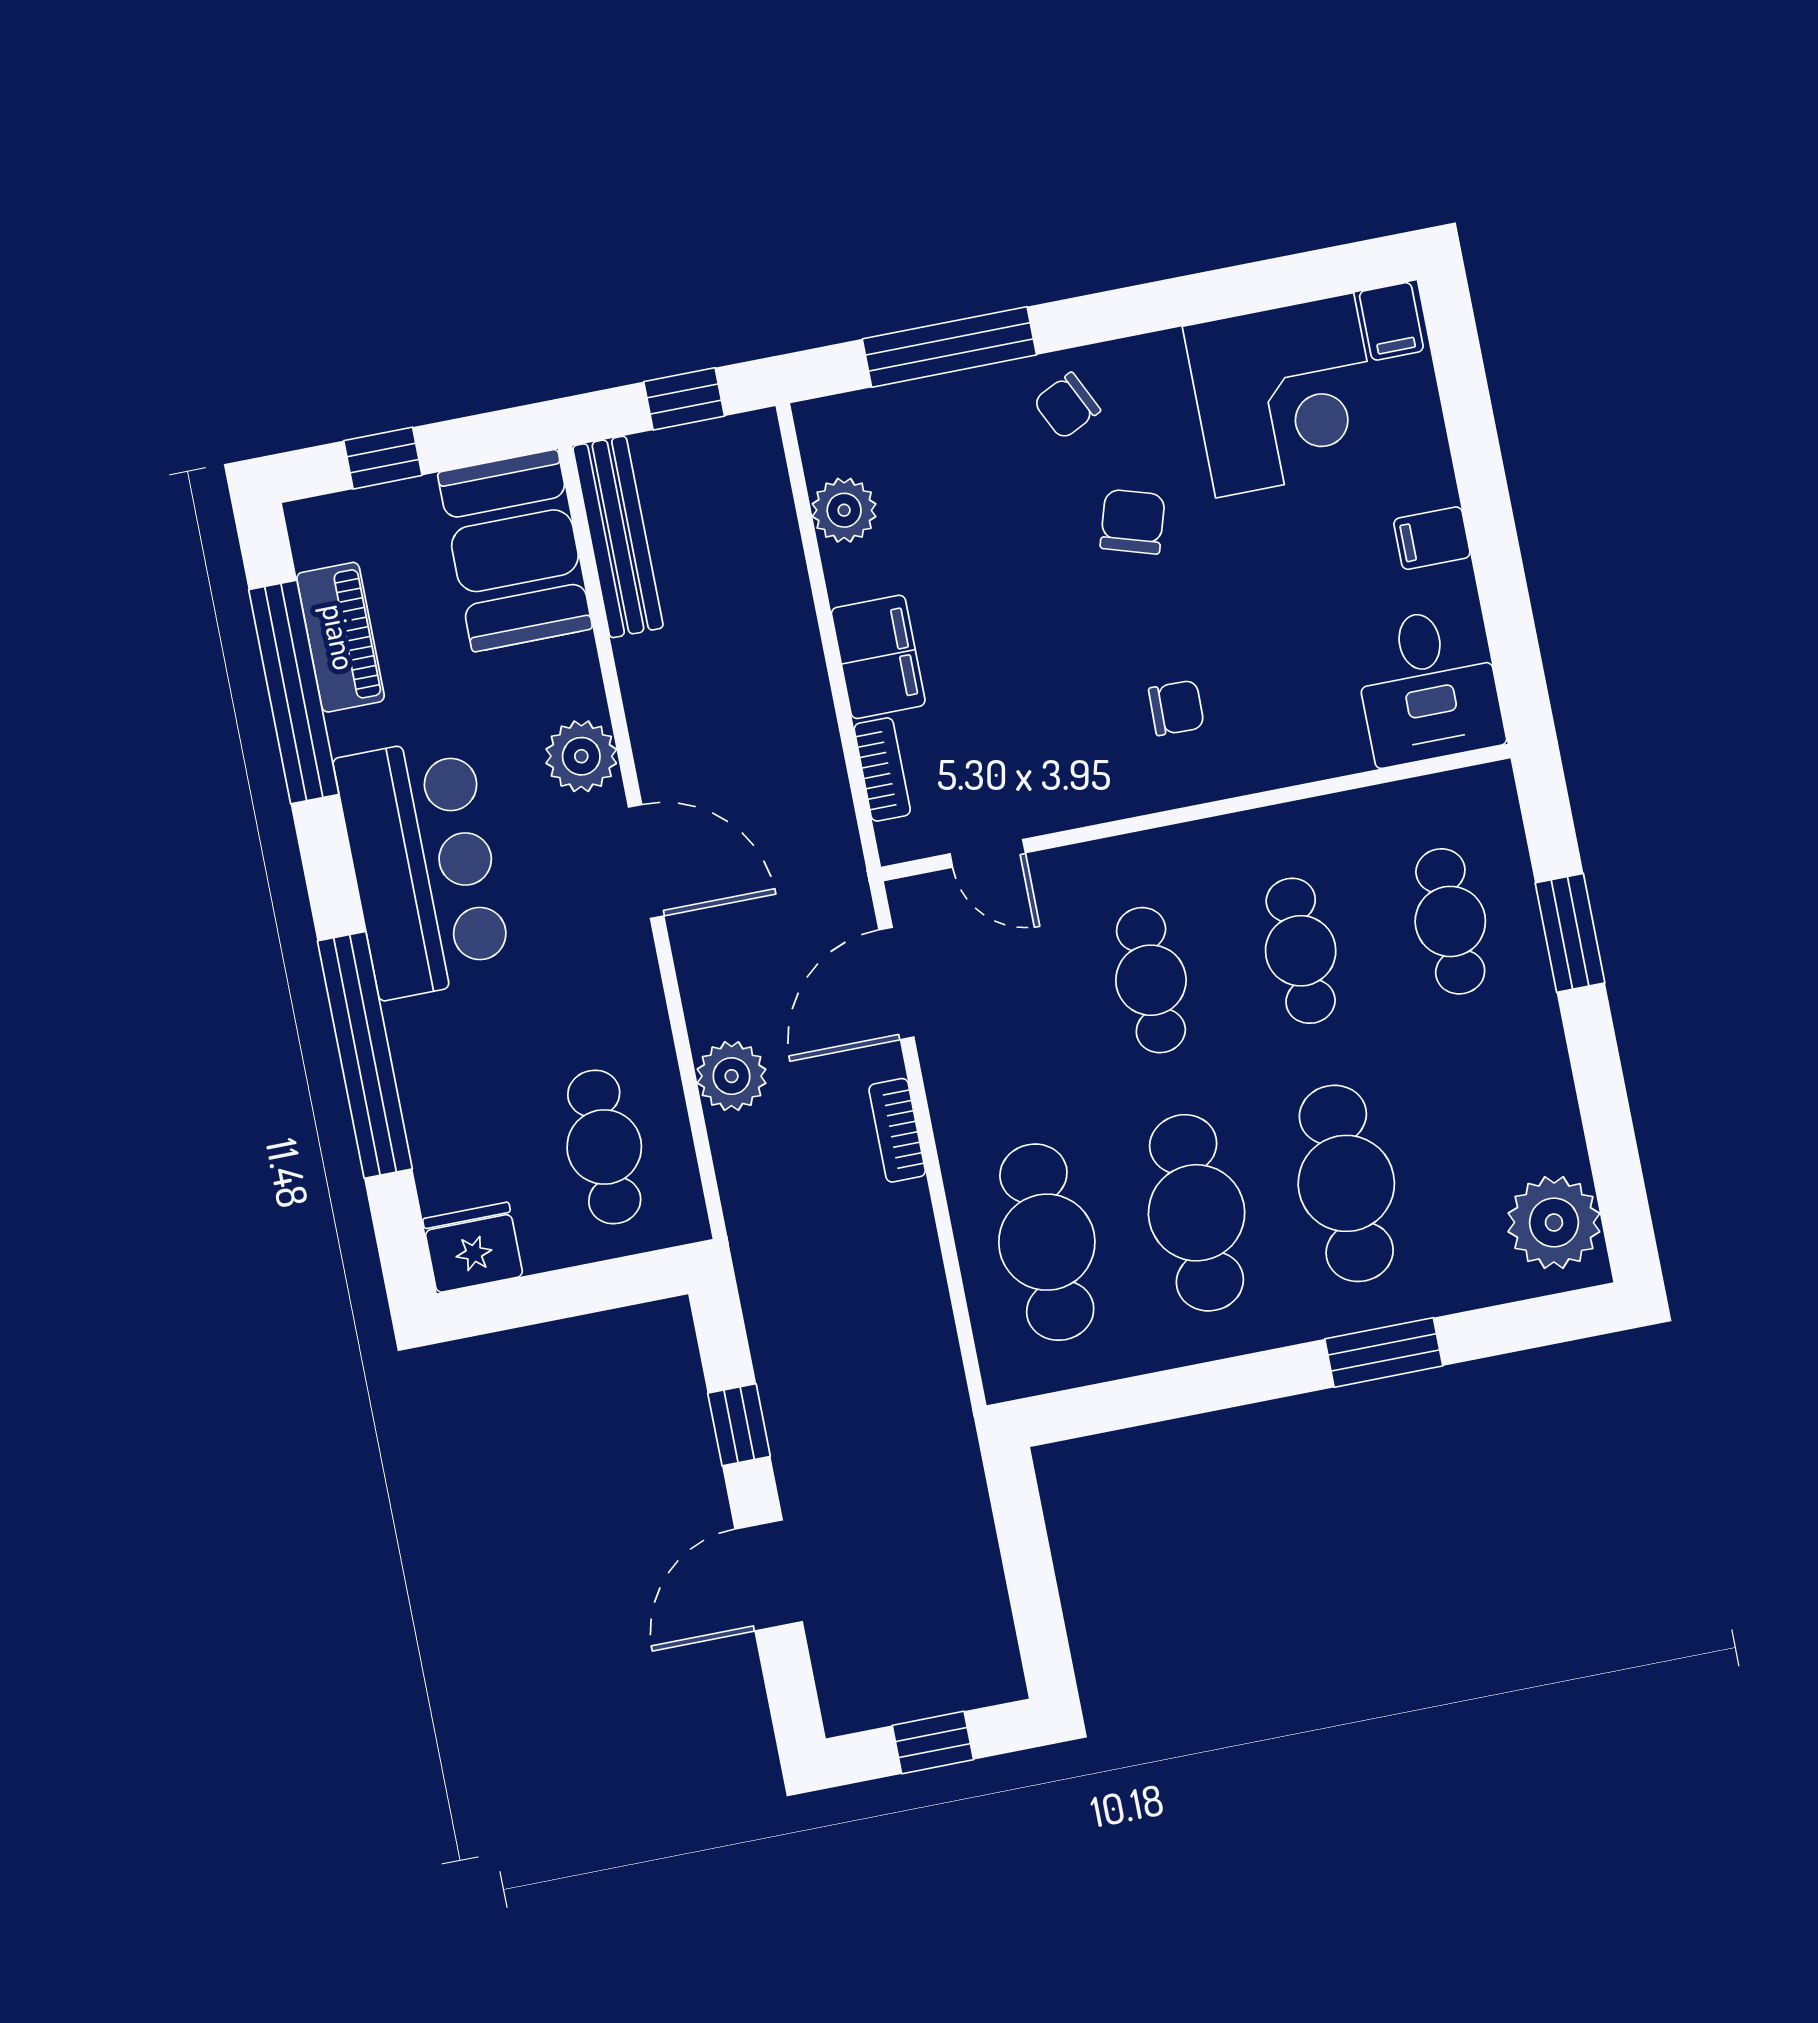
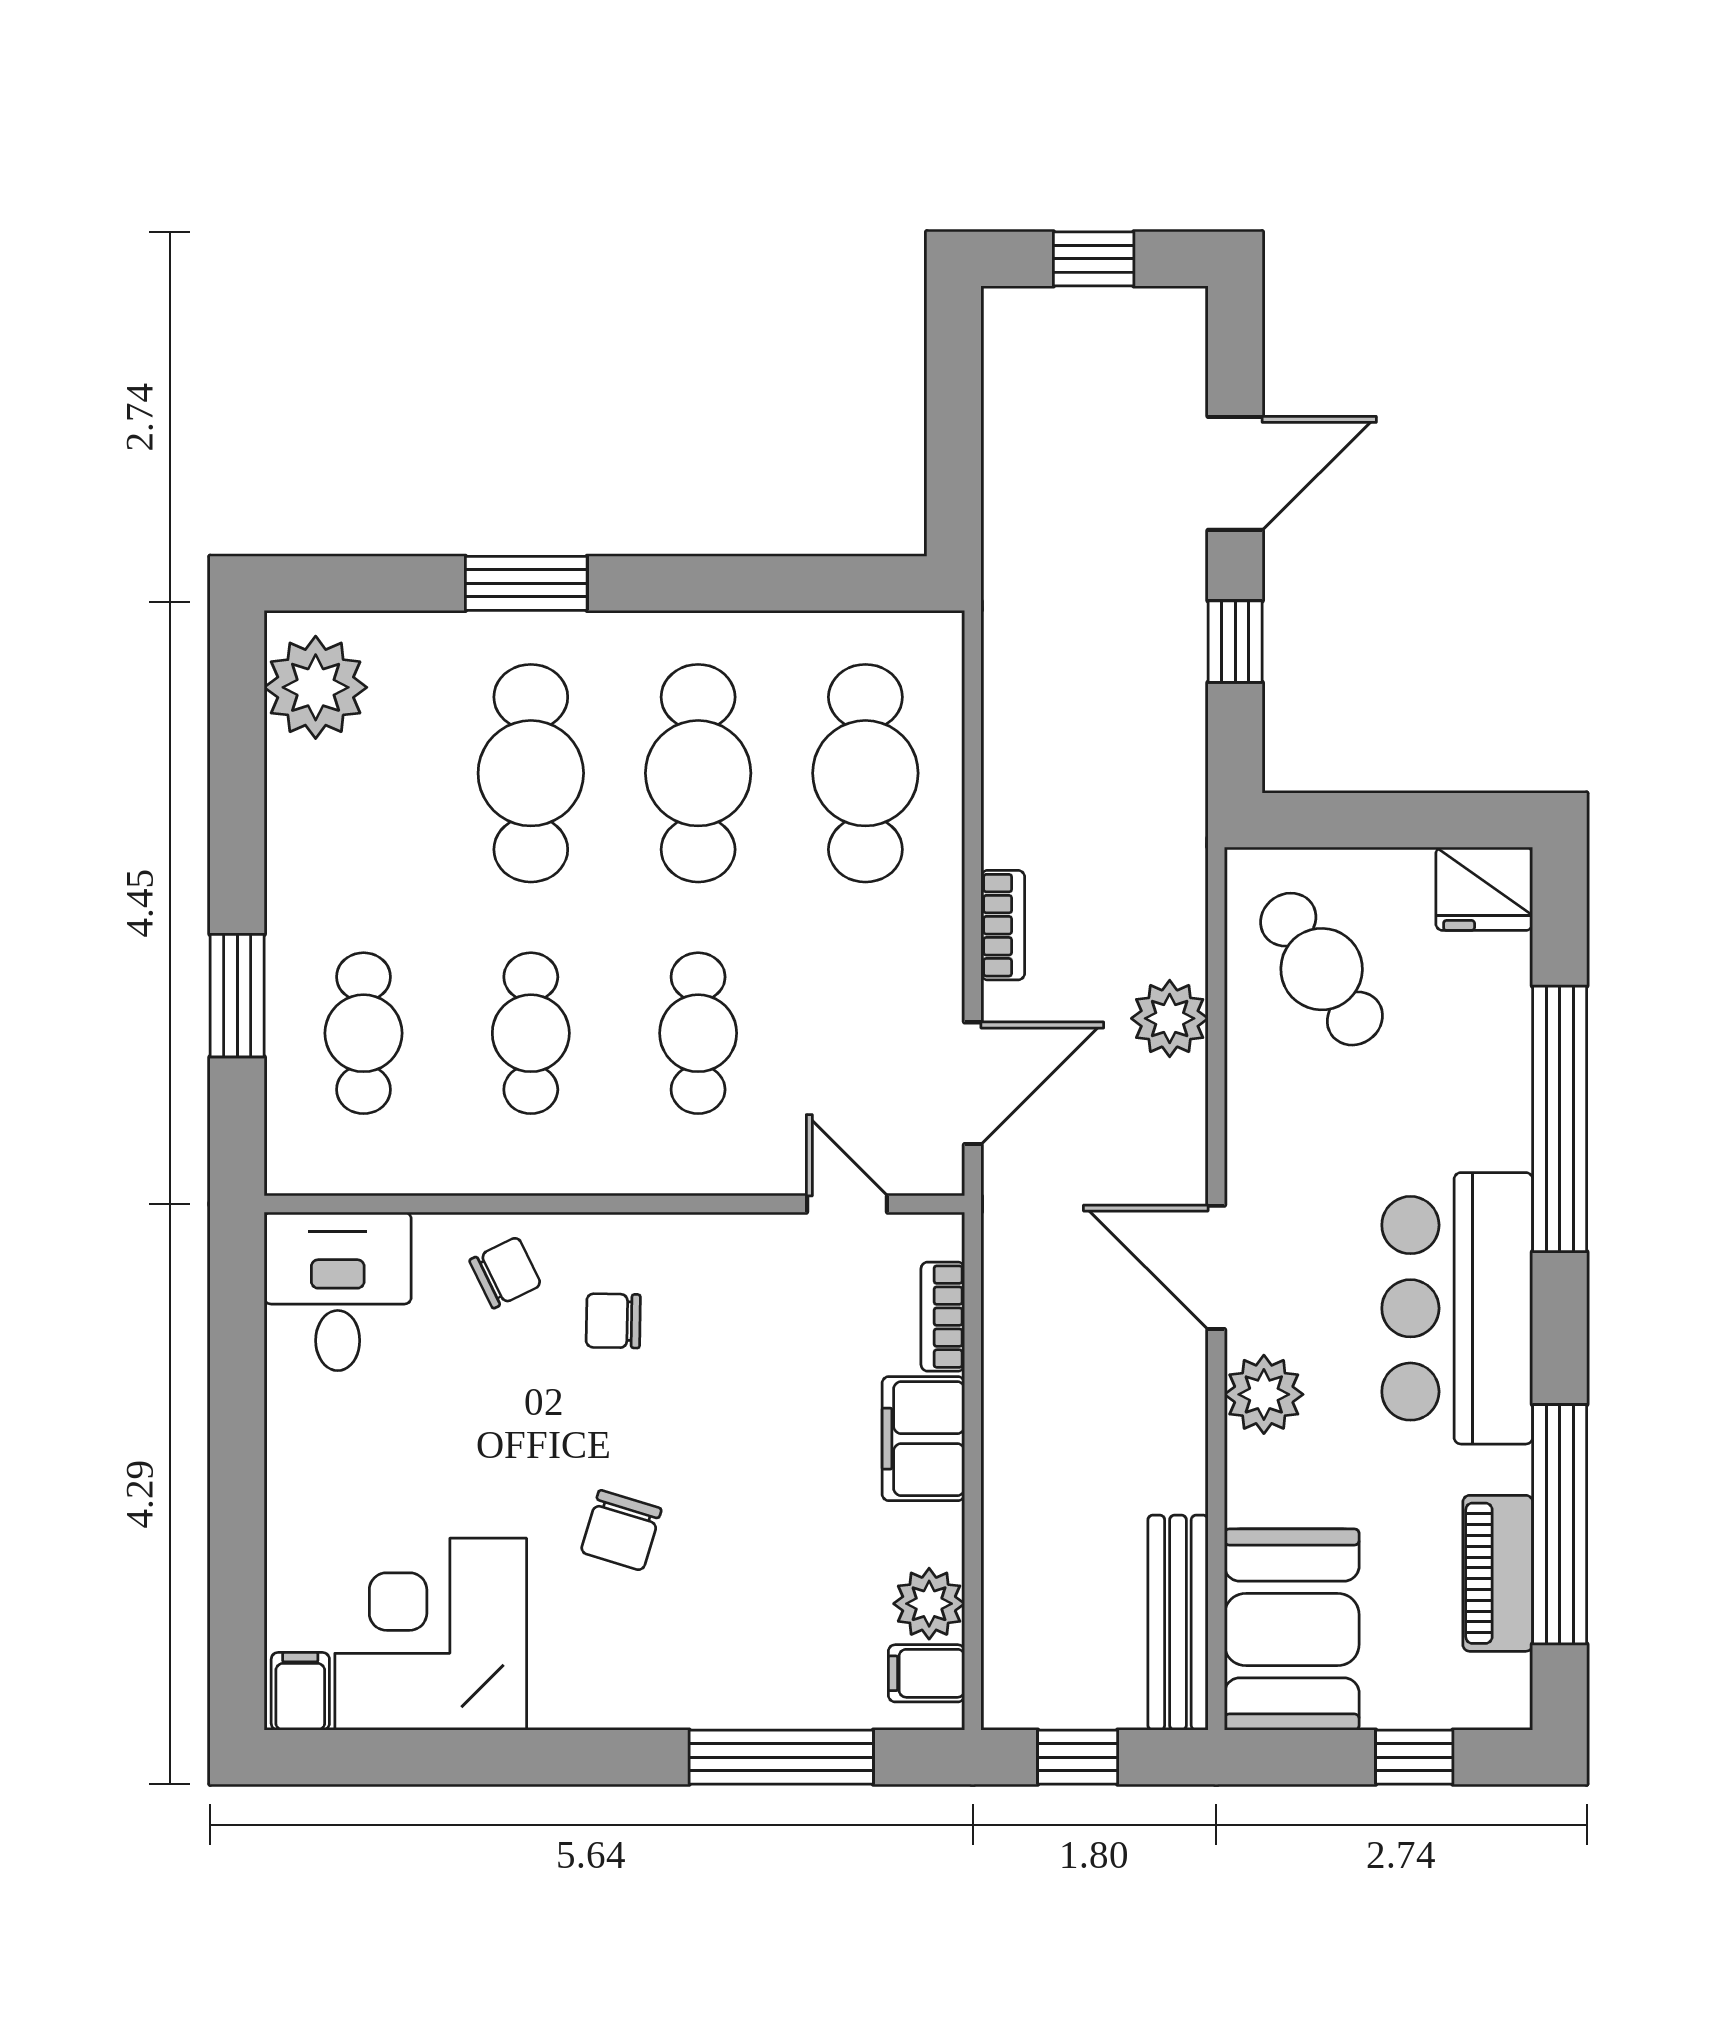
chair: (1067, 406) -> (505, 1273), moved
filing cabinet: (1432, 538) -> (927, 1673), moved, turned 180
cafe table: (604, 1147) -> (1322, 969), turned -34

